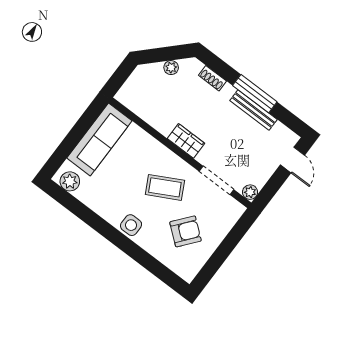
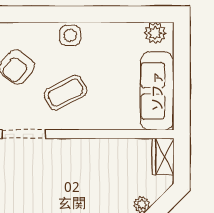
wardrobe: (186, 141) -> (163, 157), moved, turned 90

